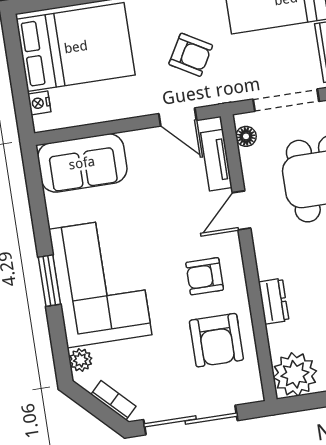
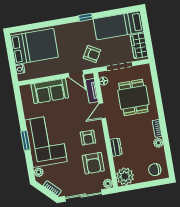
armchair: (191, 55) -> (92, 54), moved
sofa: (82, 163) -> (50, 91), moved
armchair: (205, 276) -> (88, 138), turned -90
plant: (252, 391) -> (108, 184), added

